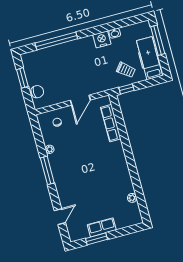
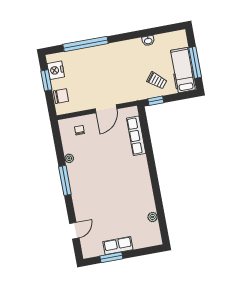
nightstand: (102, 39) -> (56, 70), moved, turned -90
window: (158, 40) -> (195, 62), moved

